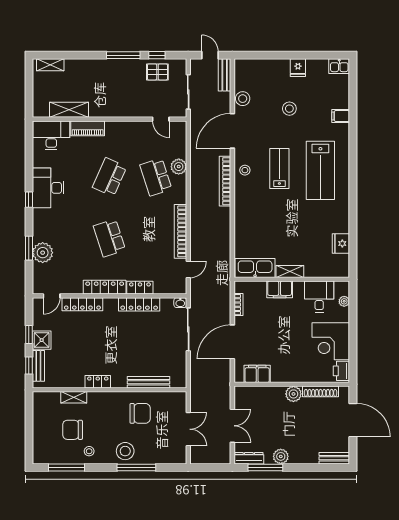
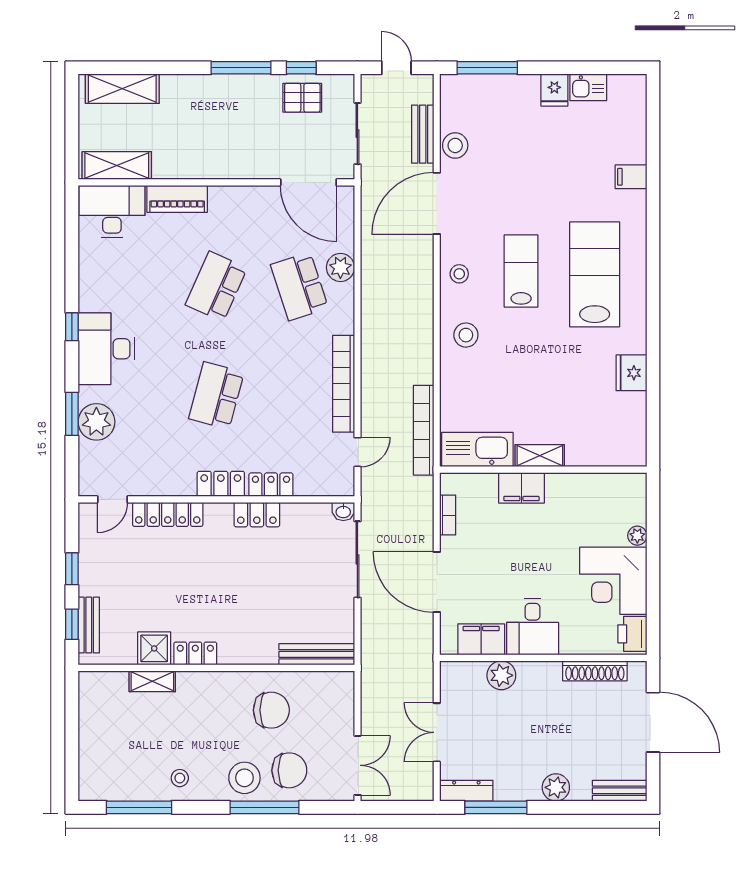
window: (261, 55) -> (487, 68), added
shelving: (50, 65) -> (122, 89), width x1.50, depth x1.33
kitchen sink: (339, 66) -> (588, 87), moved
bench: (225, 75) -> (423, 134), moved
stool: (289, 109) -> (466, 335), moved
shelving: (69, 110) -> (117, 166), moved
door: (161, 119) -> (308, 182), width x1.87
lab bench: (320, 170) -> (595, 274), turned 180
bookcase: (225, 181) -> (424, 430), moved
desk: (48, 188) -> (106, 349), moved
school desk: (109, 238) -> (216, 395), turned 33
fridge: (341, 244) -> (631, 373), moved
locker: (105, 287) -> (221, 484), width x0.66
desk: (319, 297) -> (533, 627), moved, turned 180
plant: (344, 301) -> (637, 536), moved
locker: (139, 304) -> (257, 515), width x0.66
shower: (42, 340) -> (154, 648), moved
door: (232, 342) -> (437, 582), hinge flipped
bench: (148, 382) -> (317, 654), moved
plant: (293, 394) -> (501, 675), moved
double door: (232, 426) -> (437, 732), swing flipped
double door: (188, 429) -> (357, 765), moved
chair: (73, 430) -> (289, 770), moved, turned 180
plant: (281, 456) -> (556, 787), moved

